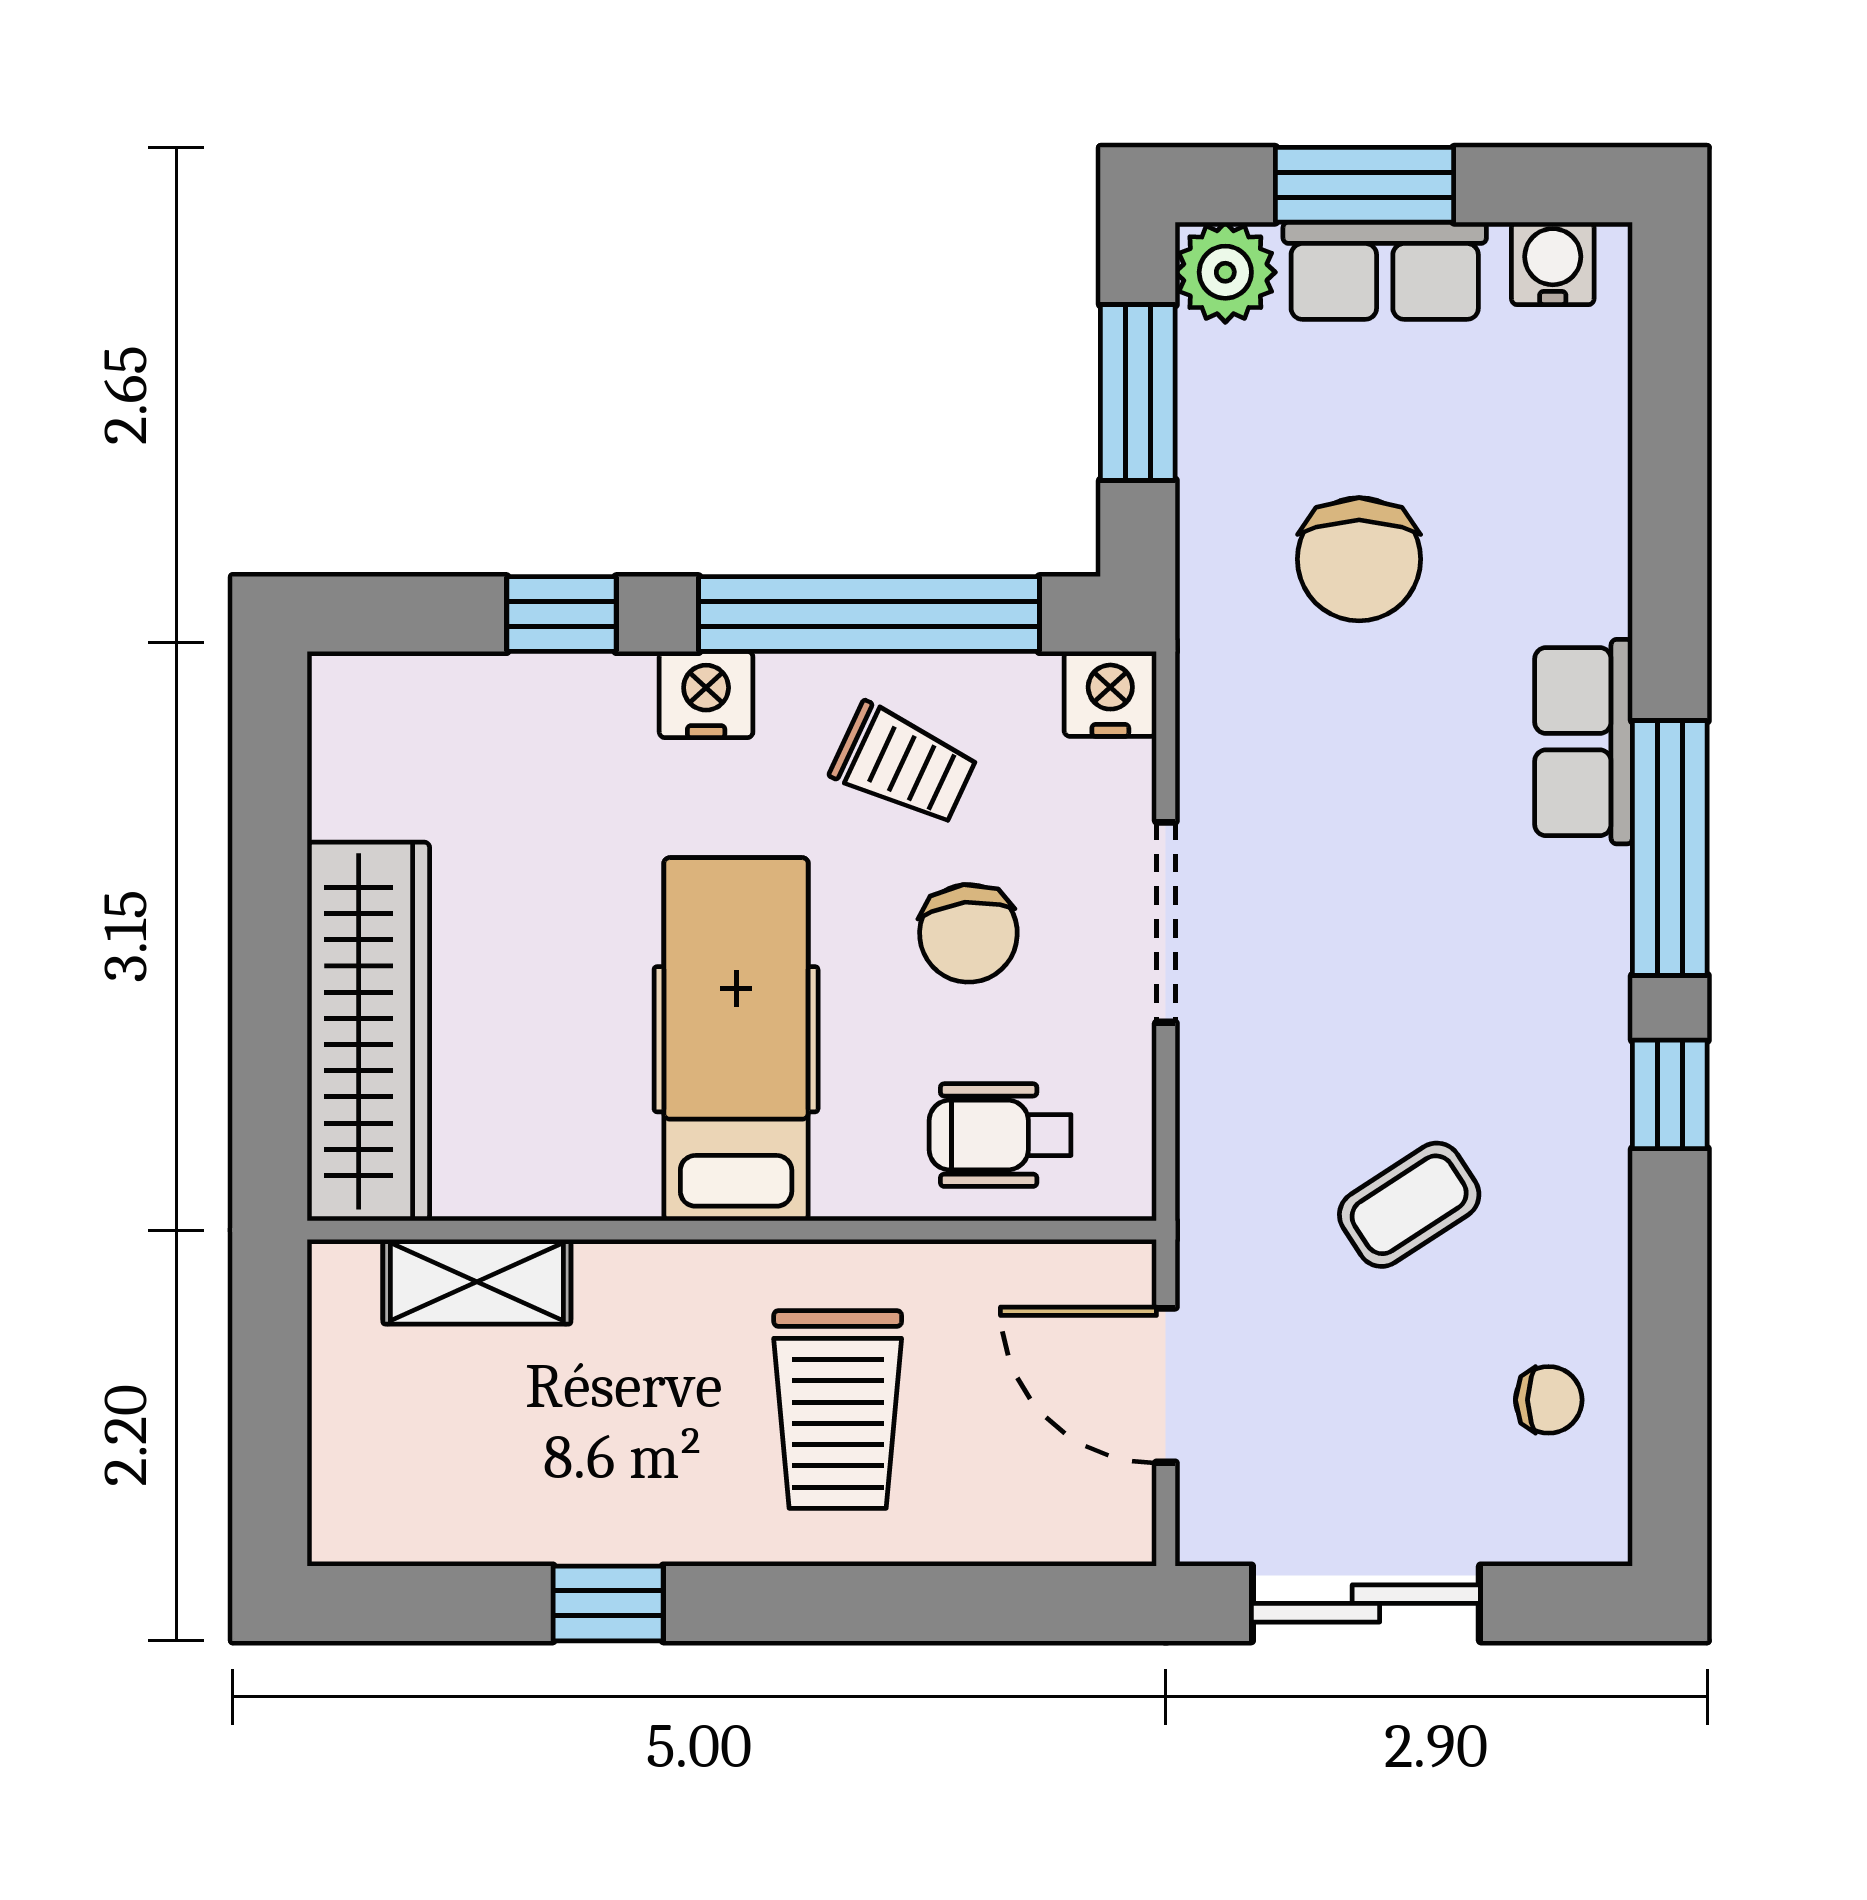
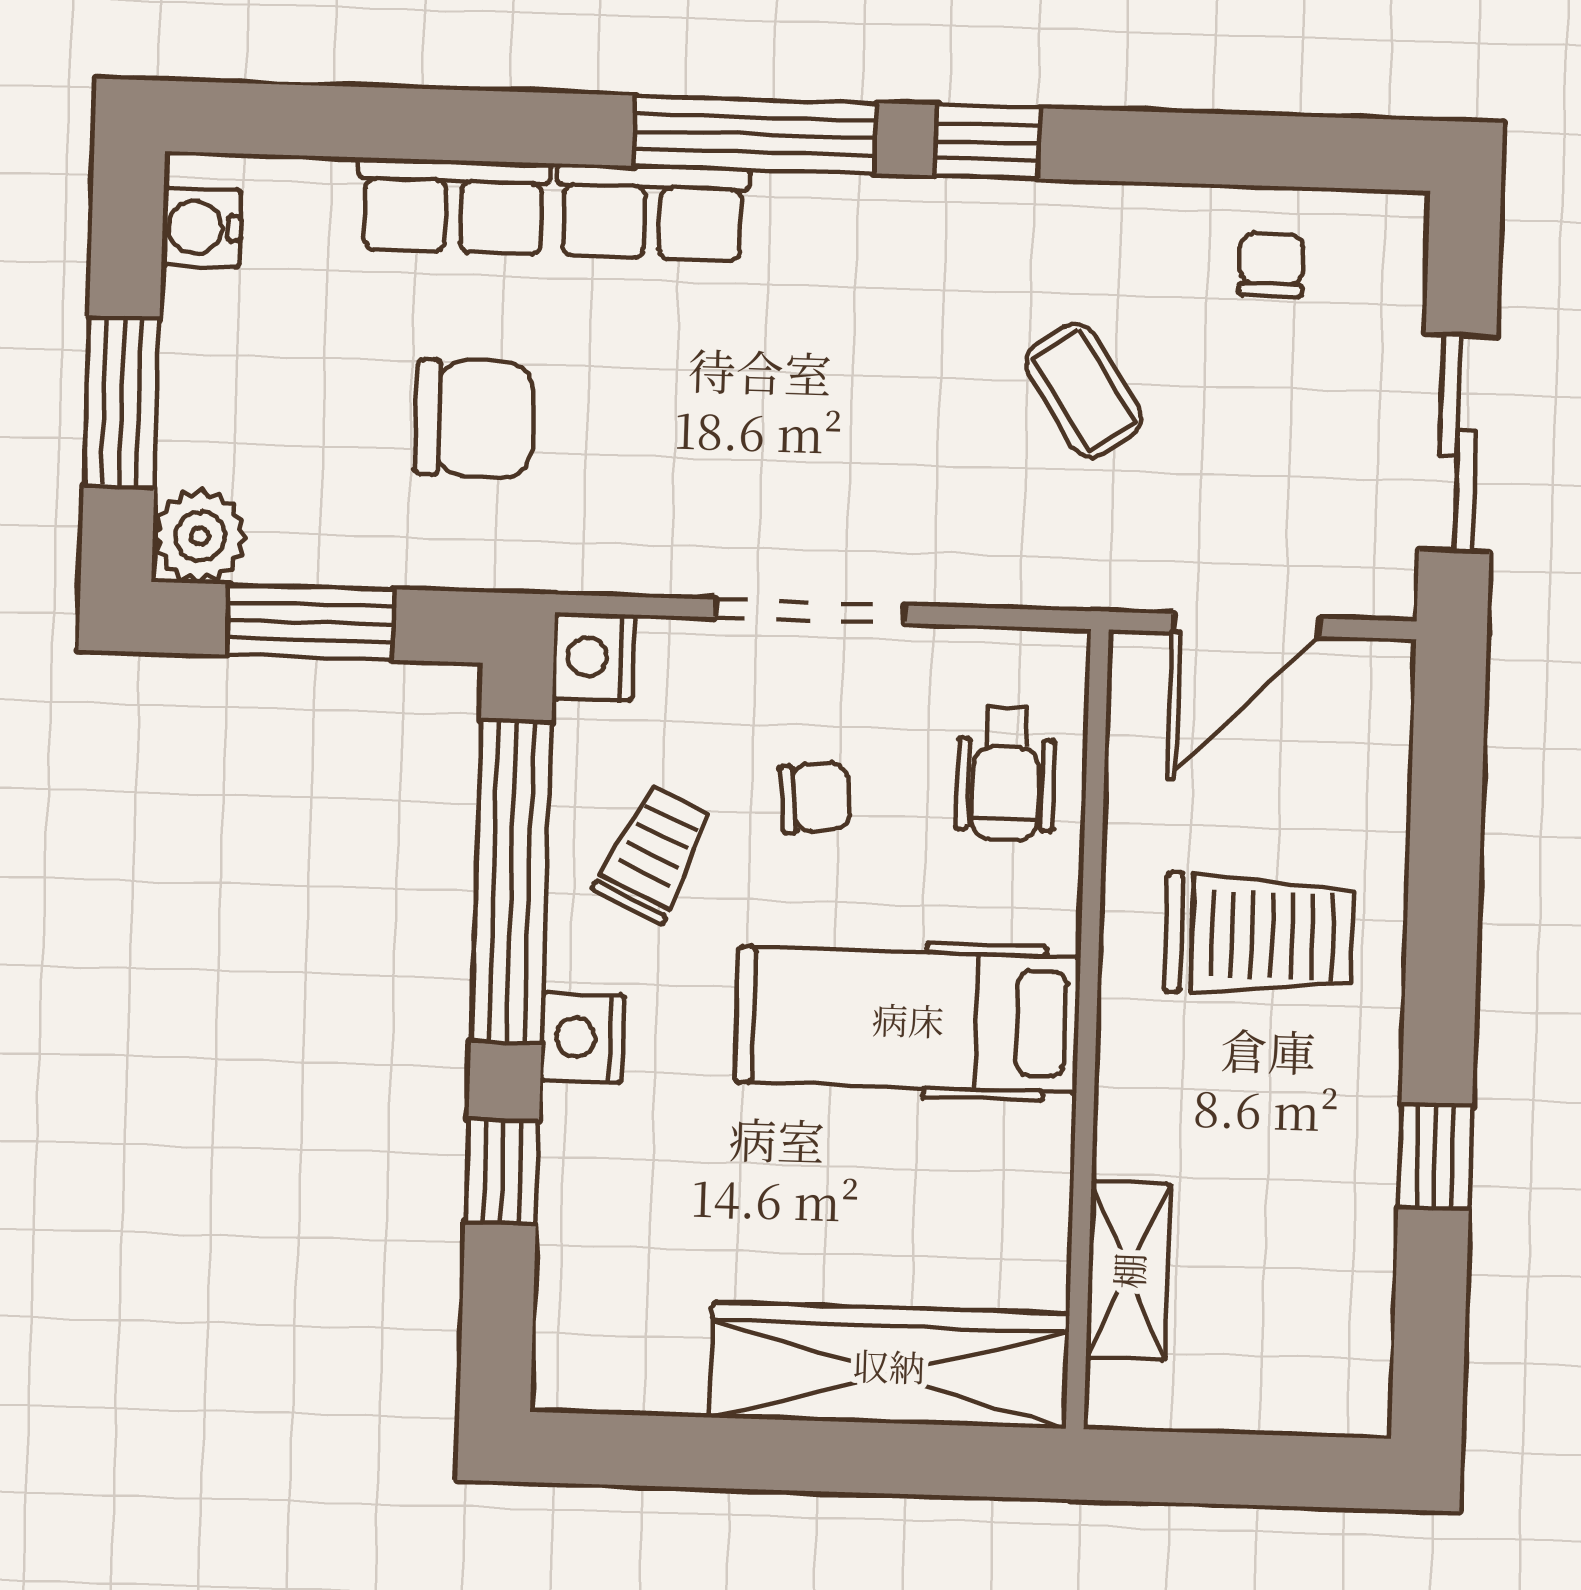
row of seats: (1385, 271) -> (453, 206), moved, turned 90
chair: (968, 933) -> (815, 798), width x0.73, depth x0.73

